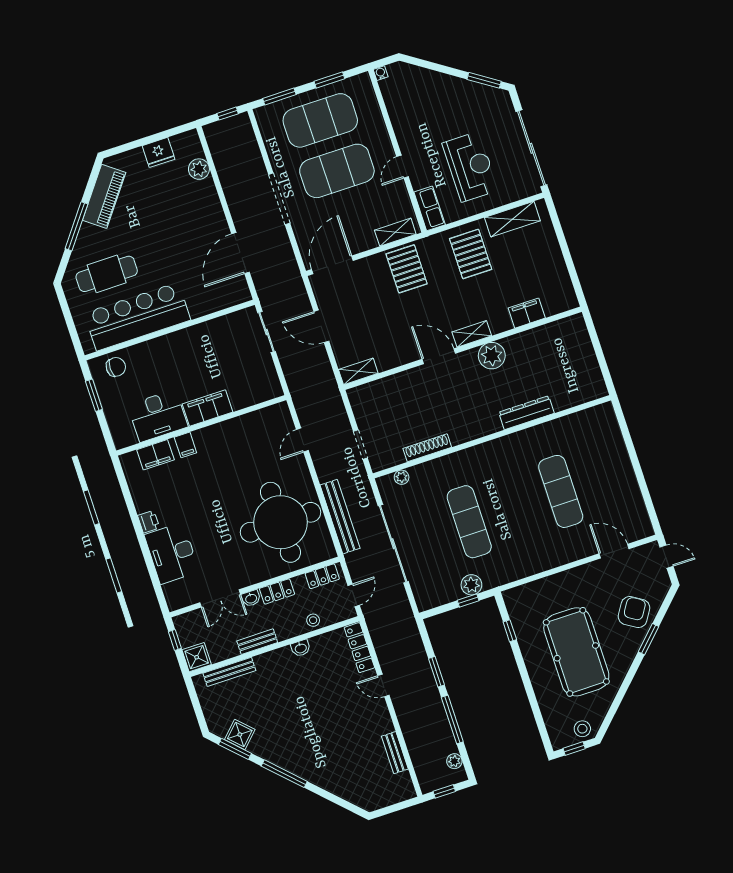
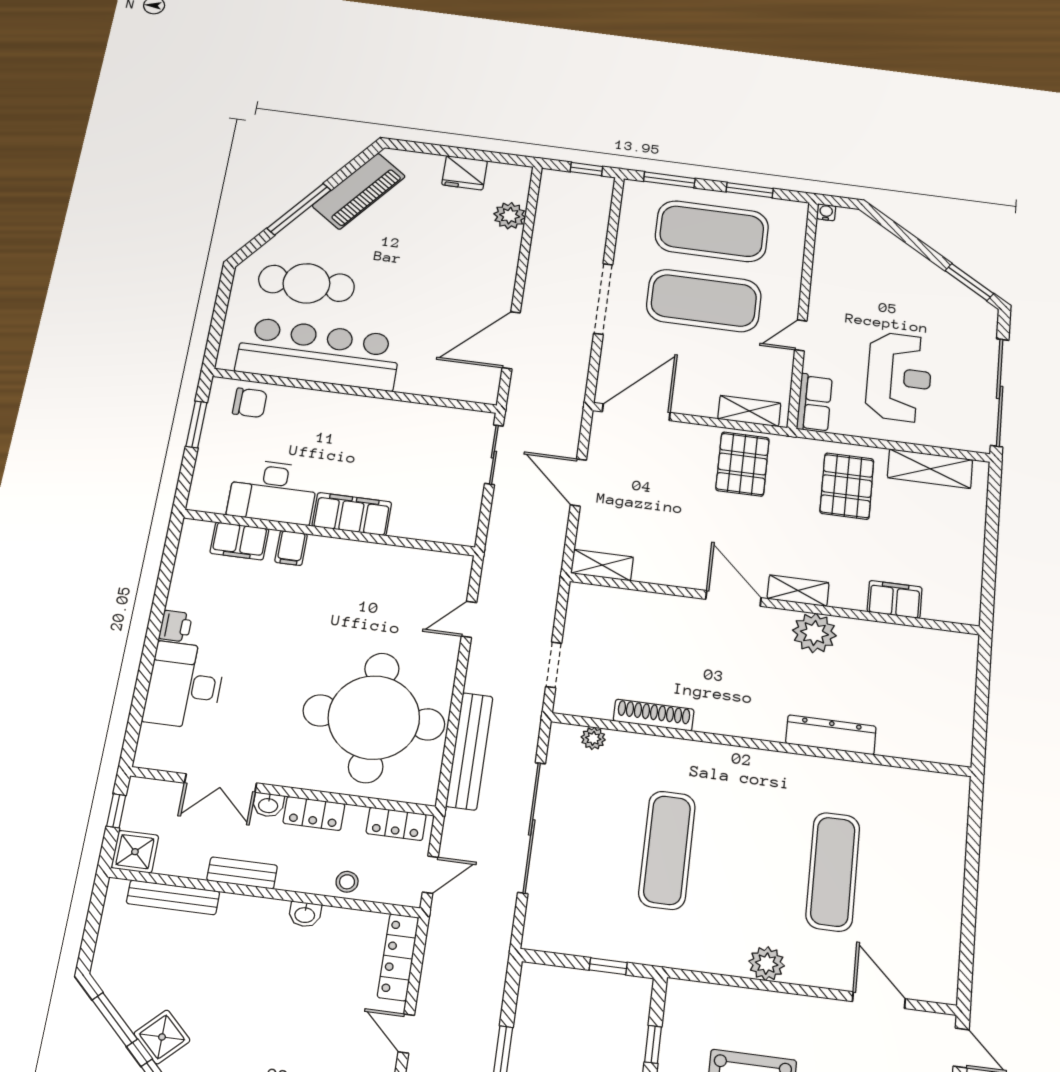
plant: (471, 585) -> (767, 964), moved
shower: (240, 735) -> (162, 1037), moved

